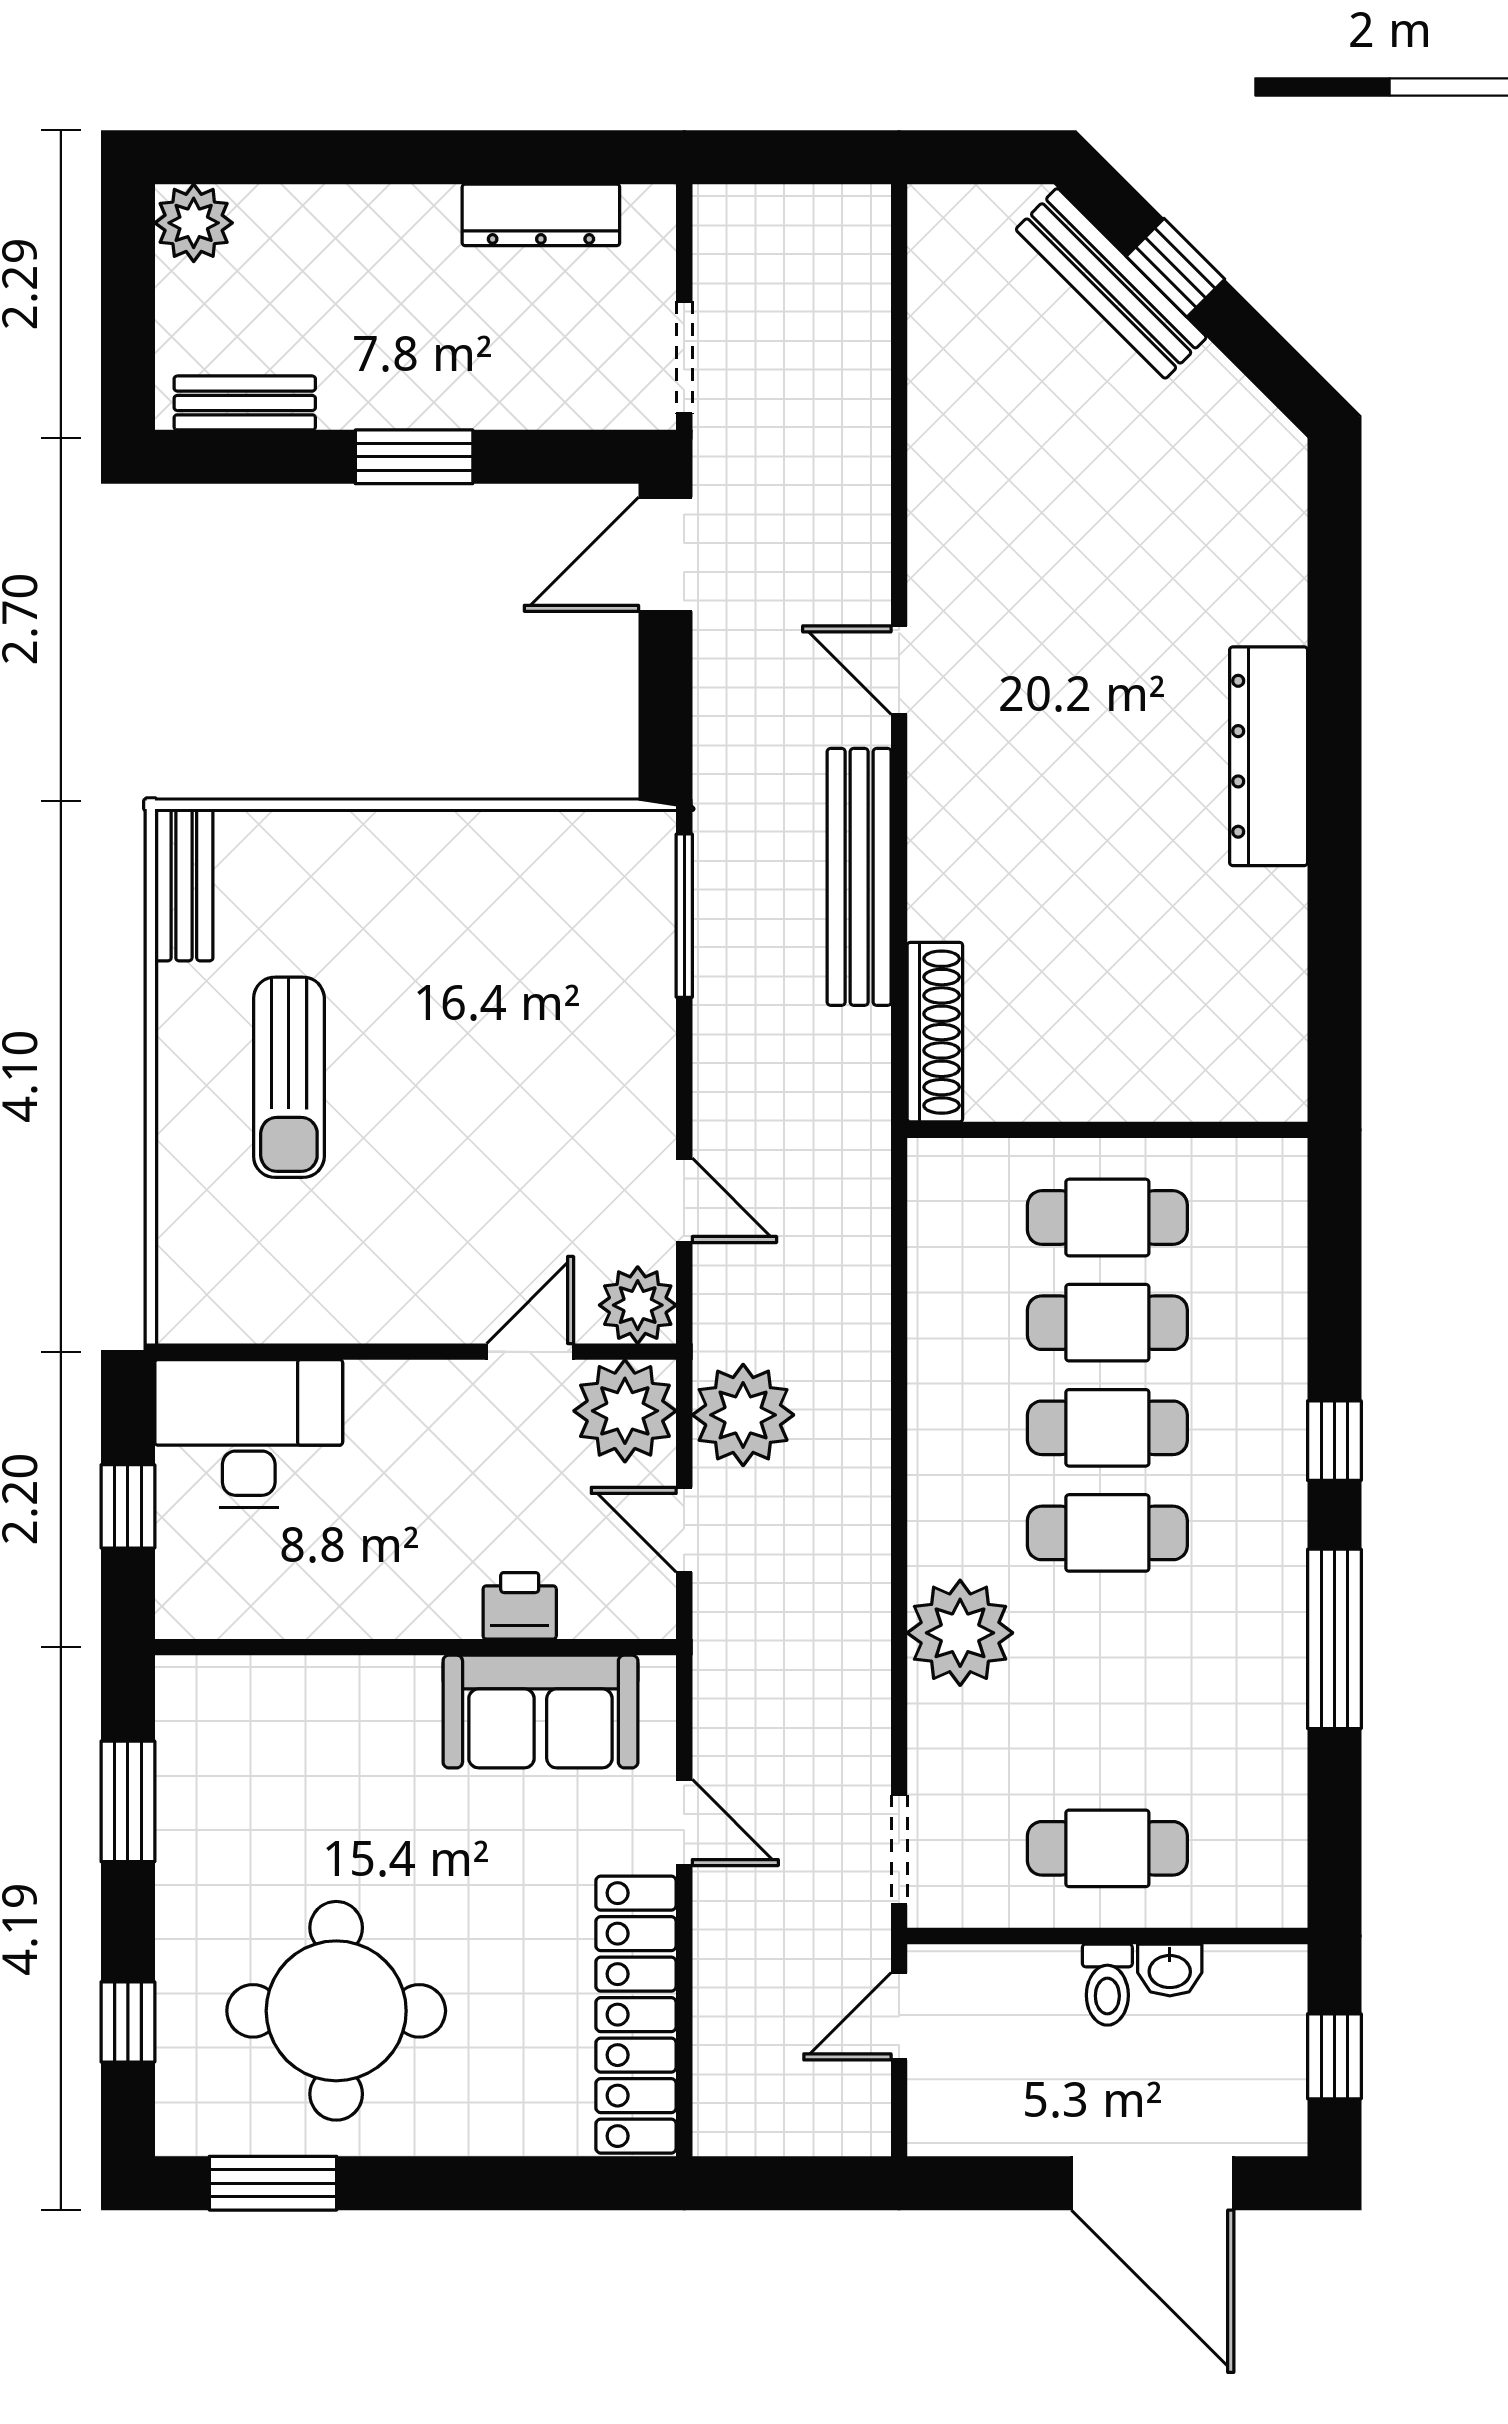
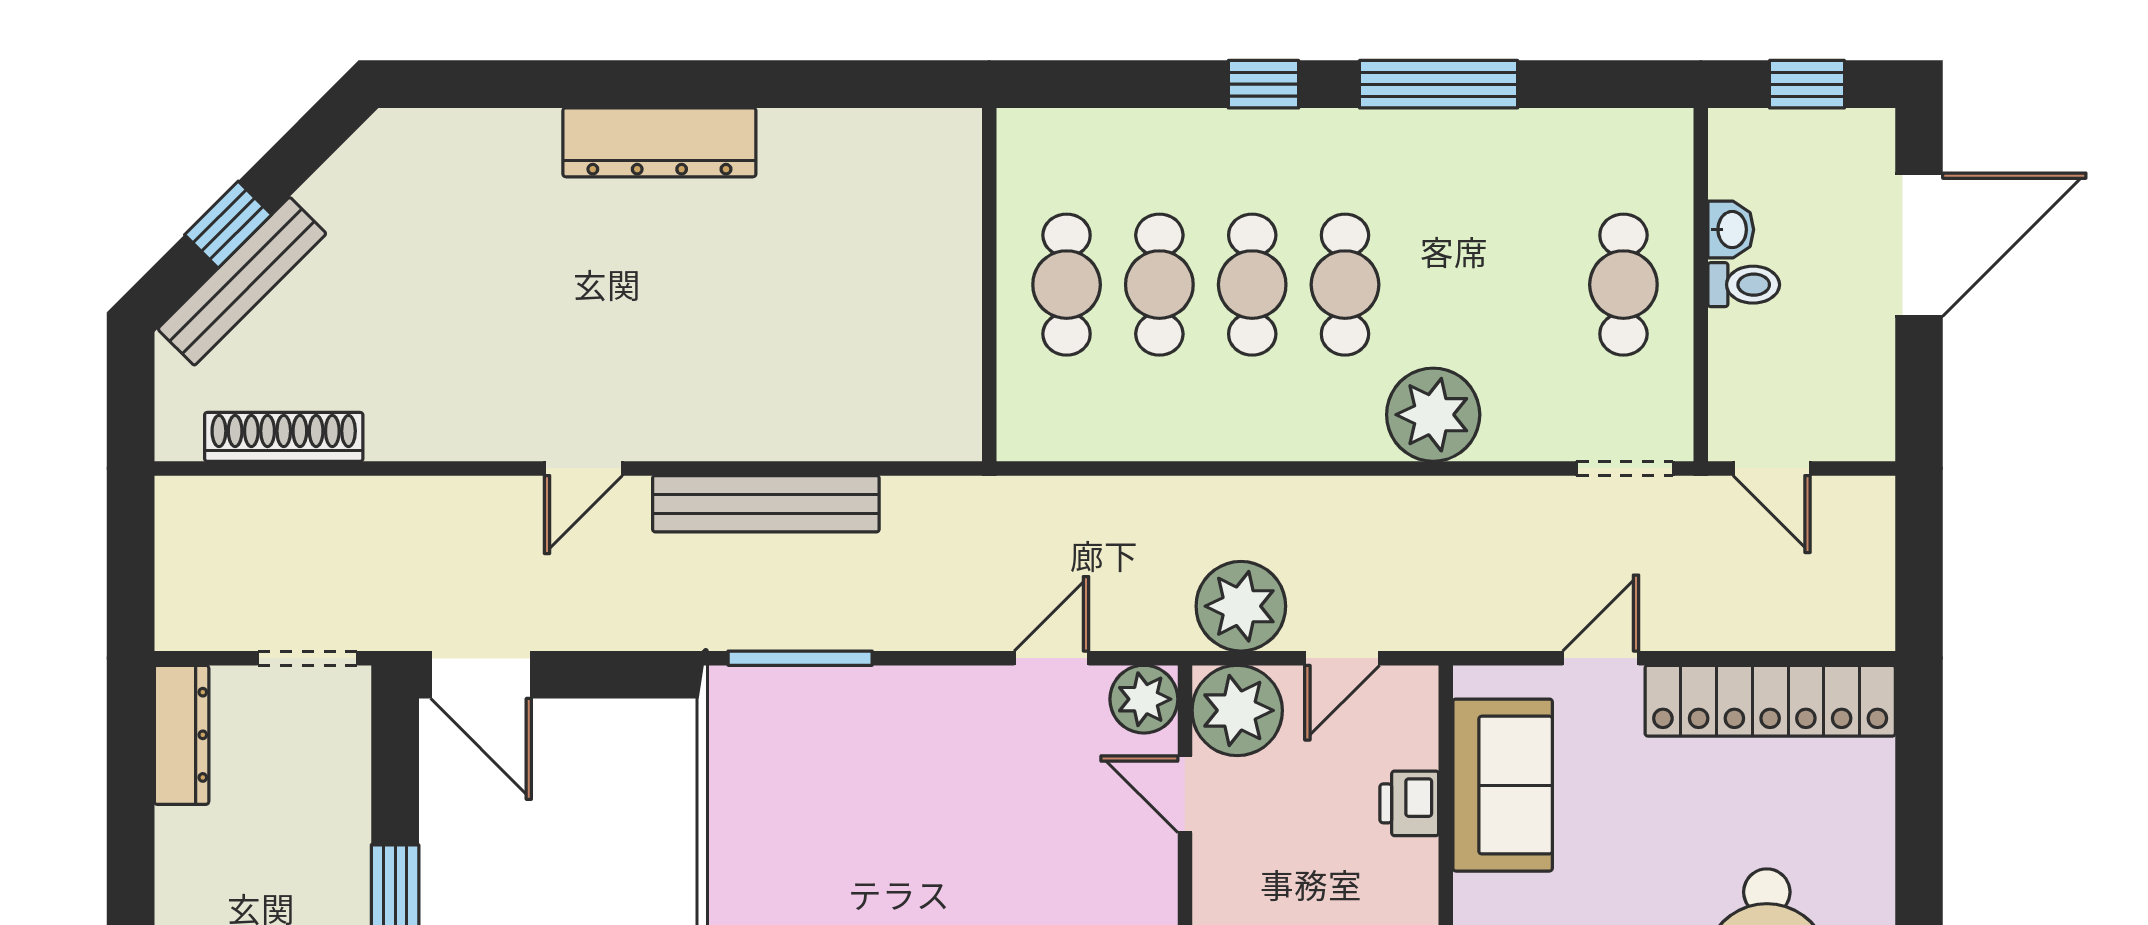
dresser: (541, 215) -> (182, 735), moved
shoe rack: (935, 1032) -> (284, 437), moved

